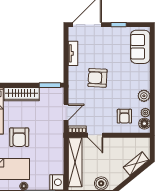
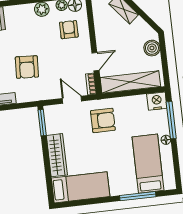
armchair: (124, 116) -> (69, 30), turned -90
armchair: (19, 137) -> (103, 120), moved

